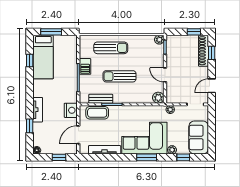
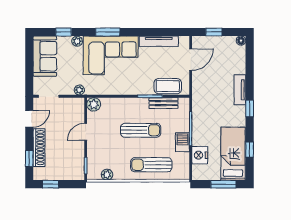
plant: (159, 40) -> (107, 175), moved
shoe rack: (203, 51) -> (39, 148), moved
door: (165, 75) -> (86, 132), swing flipped
nightstand: (71, 110) -> (200, 155), moved
window: (30, 126) -> (250, 108), moved

